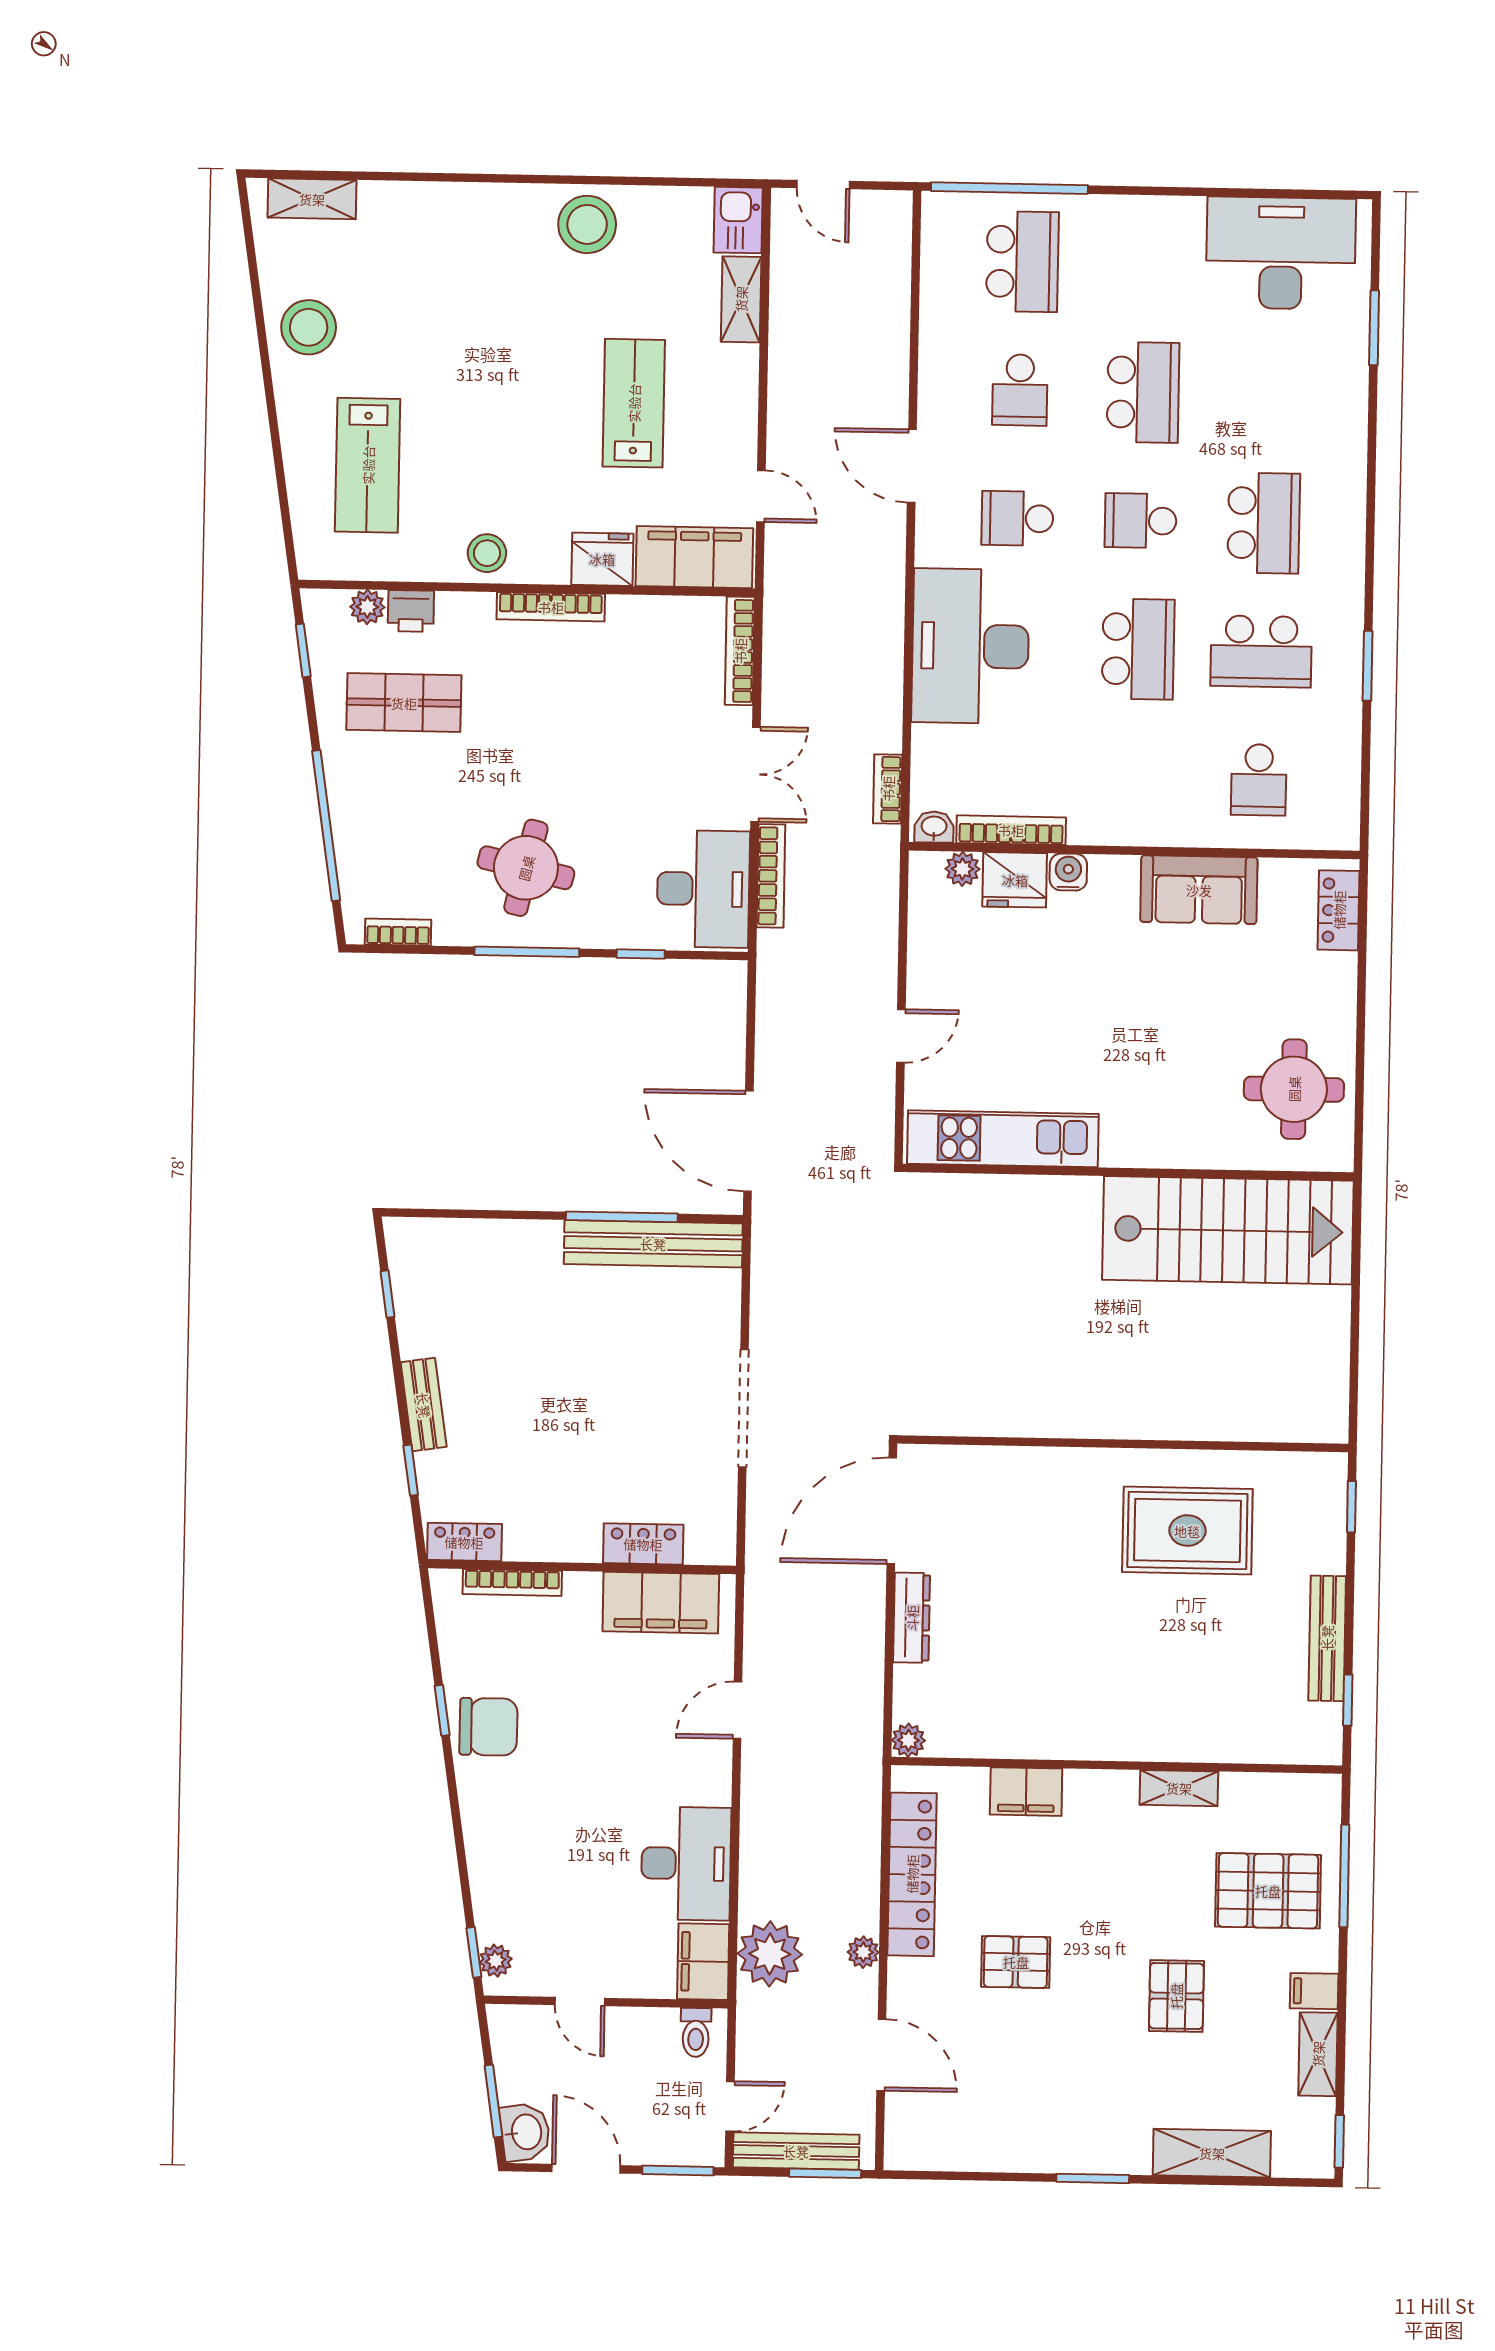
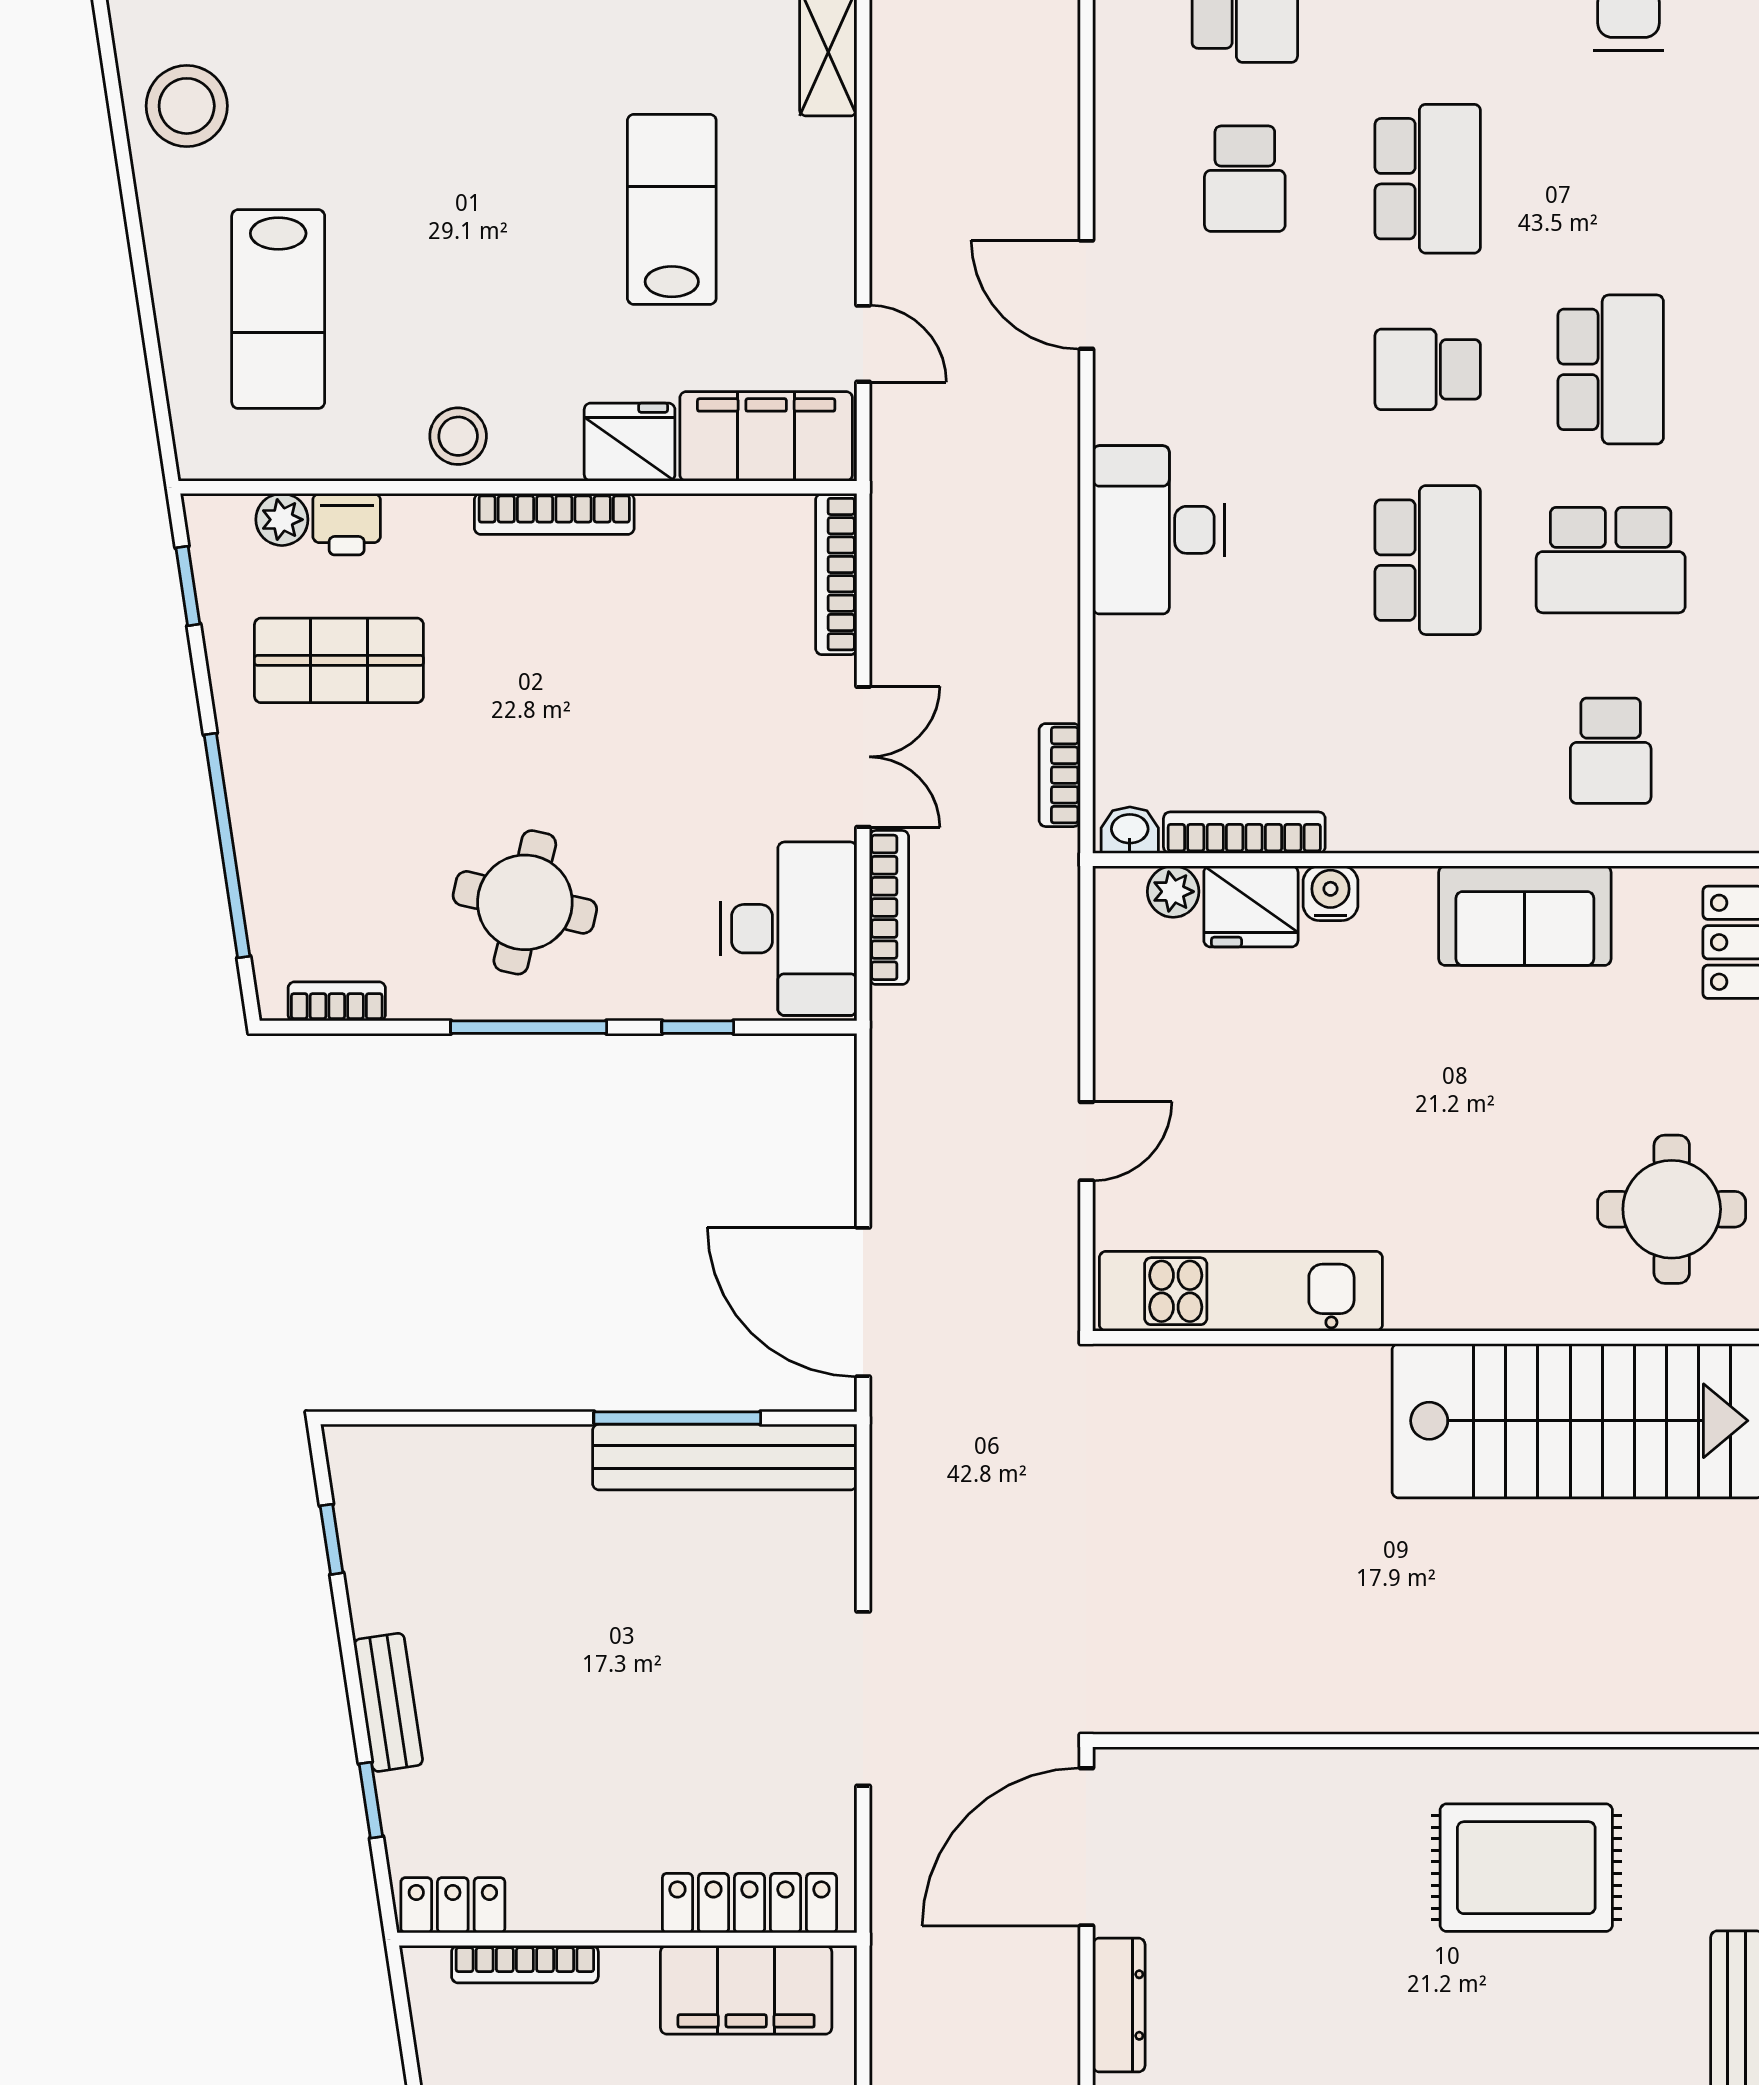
school desk: (1017, 518) -> (1245, 369), removed
desk: (970, 646) -> (1159, 530), width x0.73, depth x0.77
locker: (643, 1544) -> (749, 1903), width x1.53

